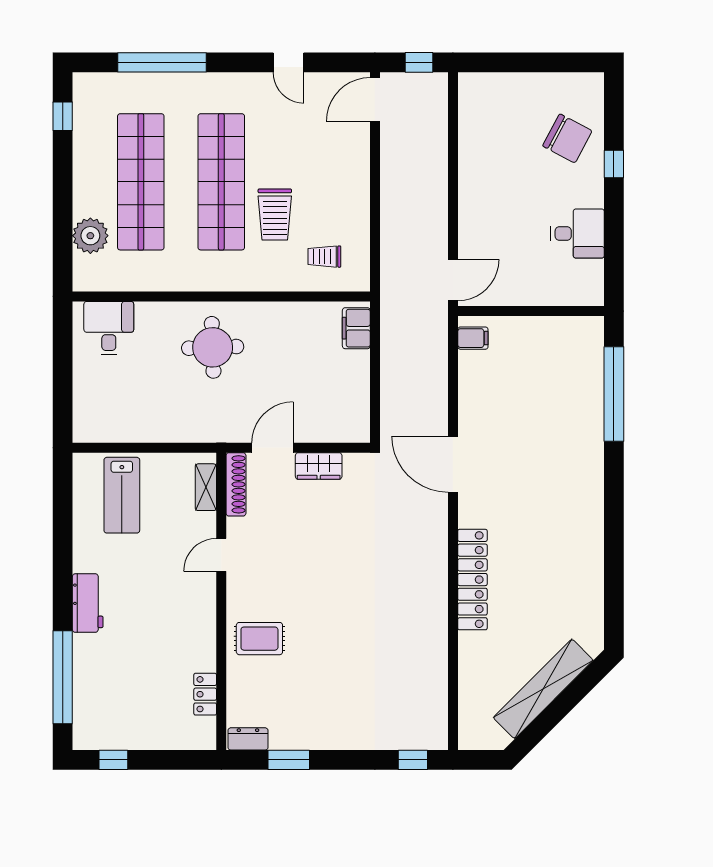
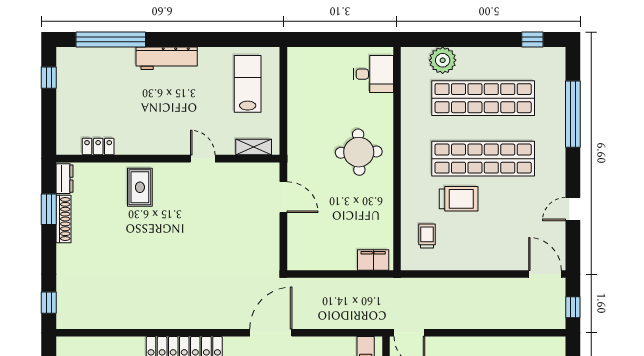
trolley: (275, 214) -> (459, 199), turned 180
wardrobe: (319, 466) -> (270, 232), removed
shoe rack: (236, 484) -> (63, 219), moved, turned -90
lab bench: (122, 495) -> (248, 84), turned 90
workbench: (88, 603) -> (167, 58), width x1.38

